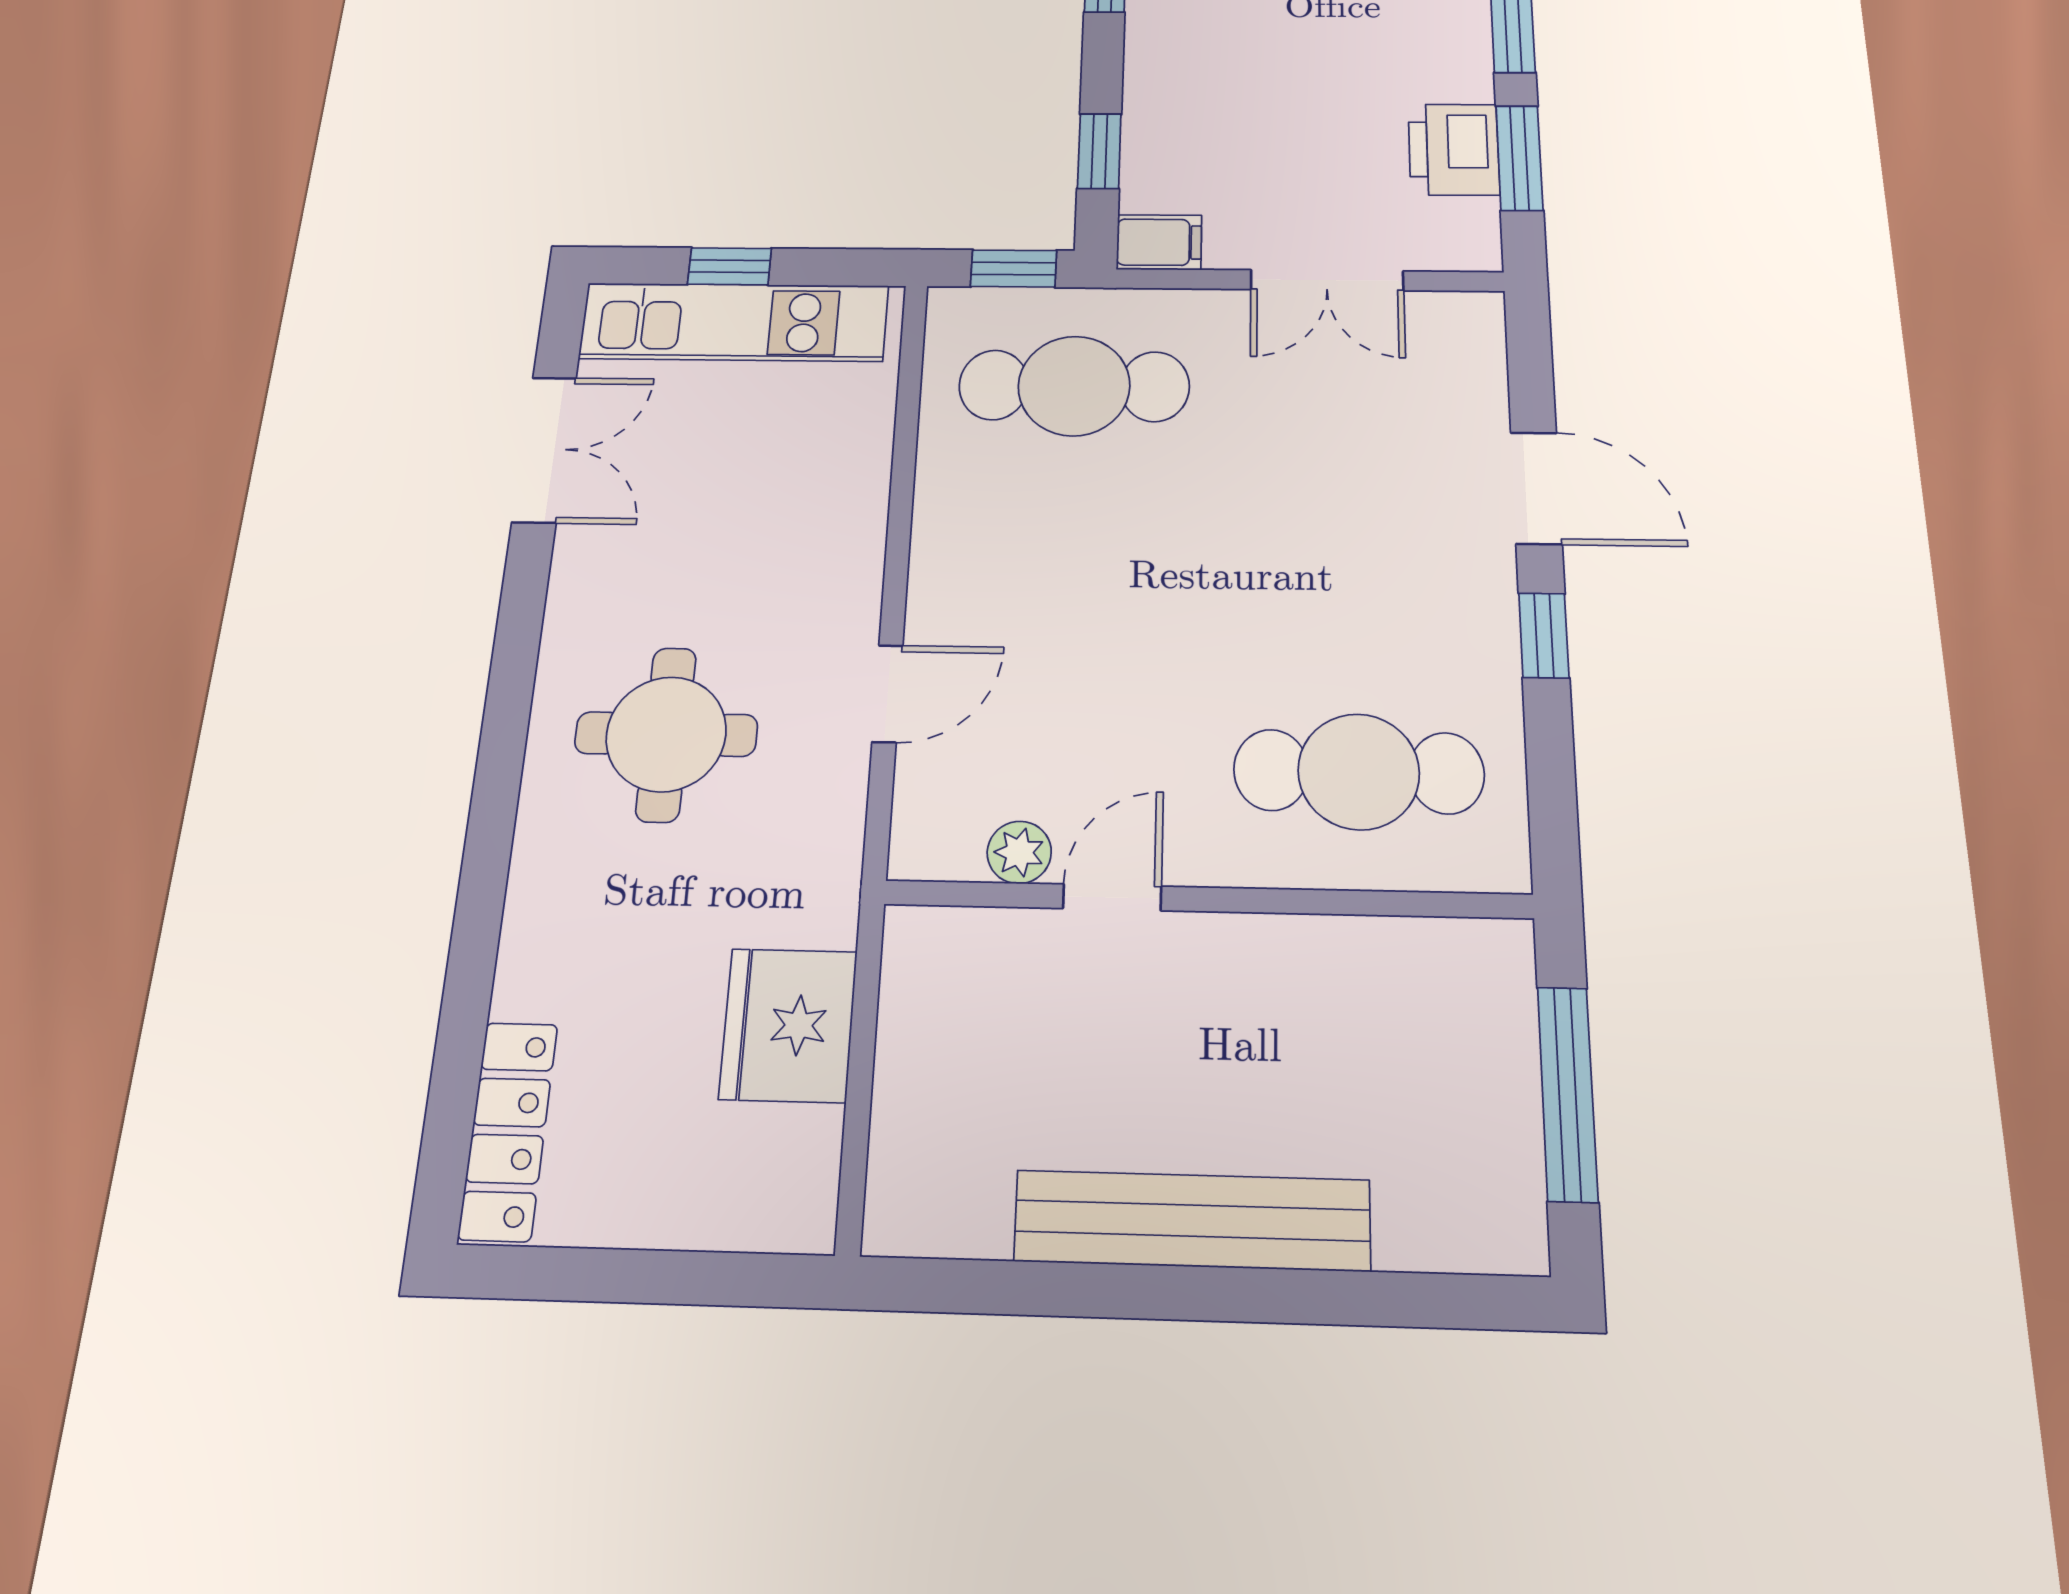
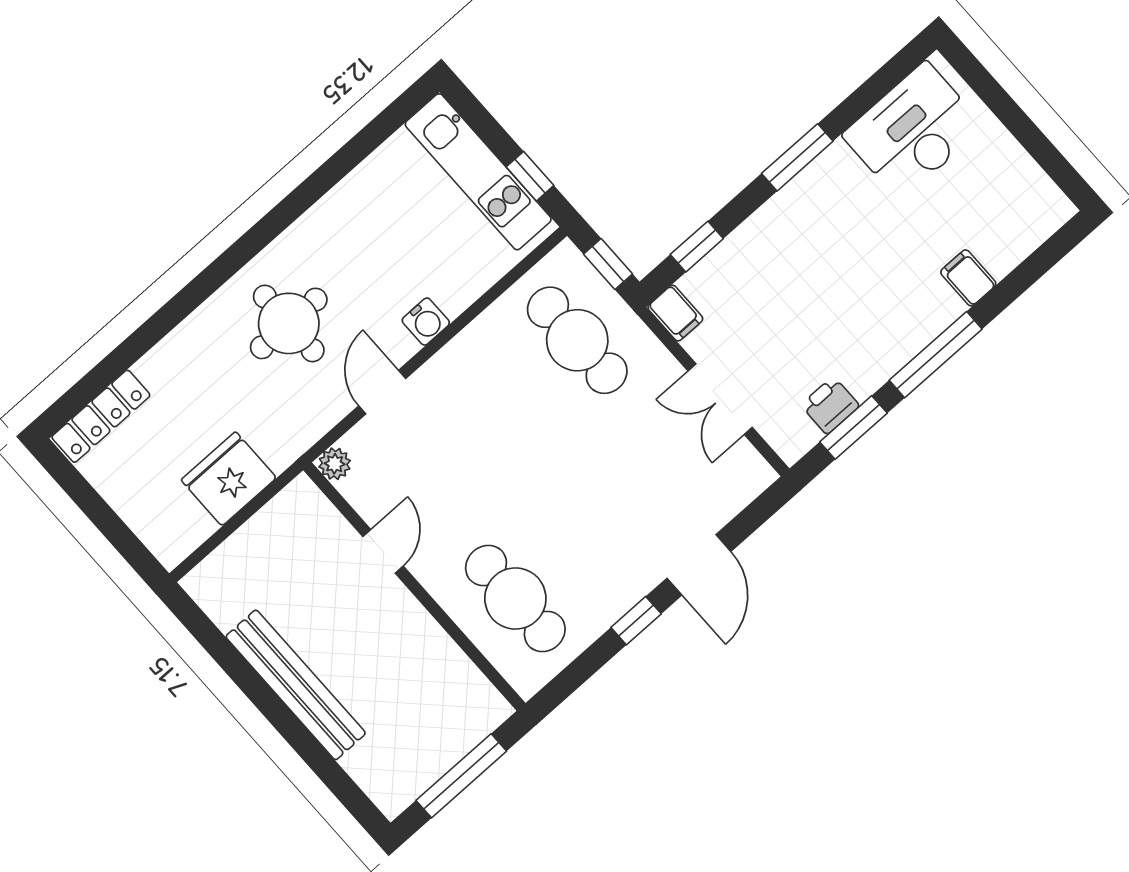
printer: (1454, 149) -> (830, 405), width x0.73, depth x0.81
window: (730, 266) -> (530, 176), moved
double door: (544, 449) -> (354, 152), removed
water cooler: (853, 552) -> (426, 322), added
door: (887, 694) -> (382, 392), swing flipped
plant: (1019, 852) -> (335, 464), moved
door: (1112, 897) -> (383, 551), hinge flipped

